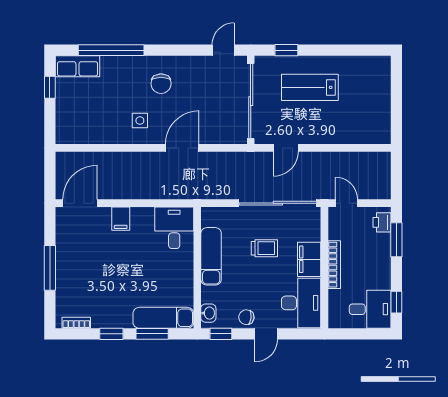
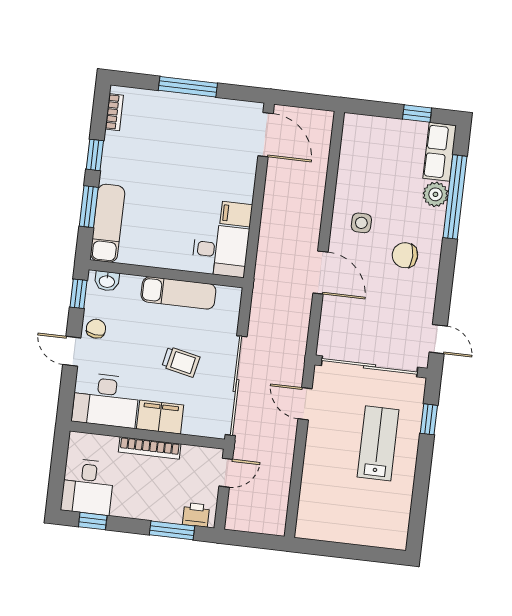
plant: (111, 66) -> (435, 194), added
filing cabinet: (121, 219) -> (236, 214), moved
trolley: (264, 248) -> (181, 362), turned -78

